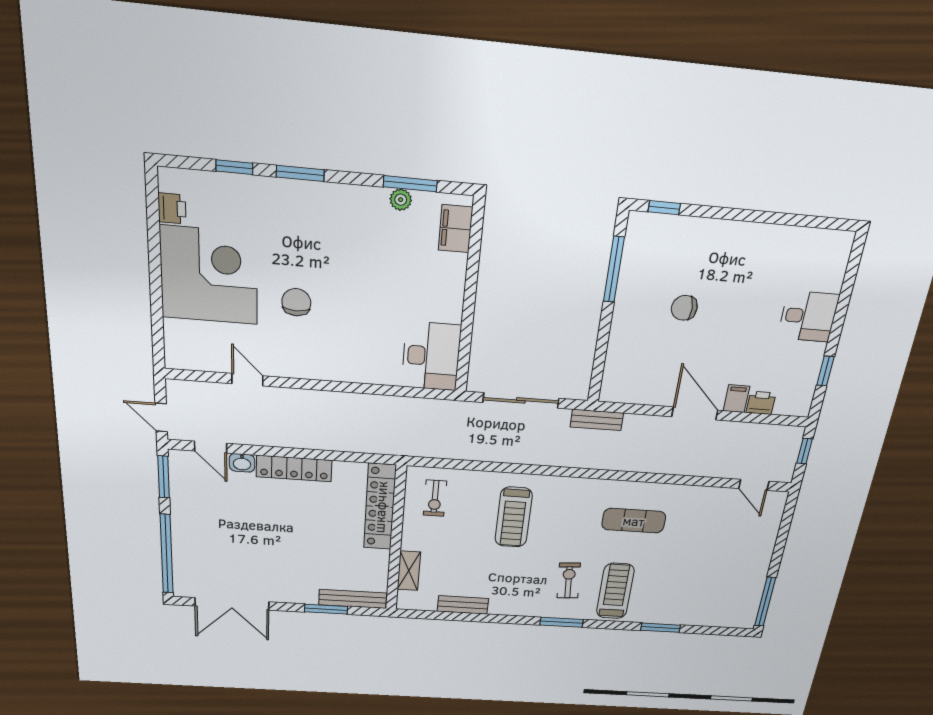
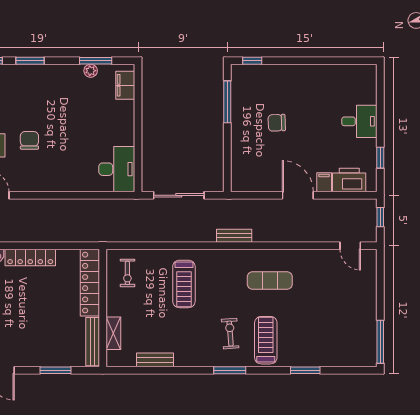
printer: (761, 403) -> (349, 180), width x1.87, depth x1.48
bench: (597, 420) -> (234, 236), moved
bench: (353, 599) -> (93, 342), moved, turned 90

